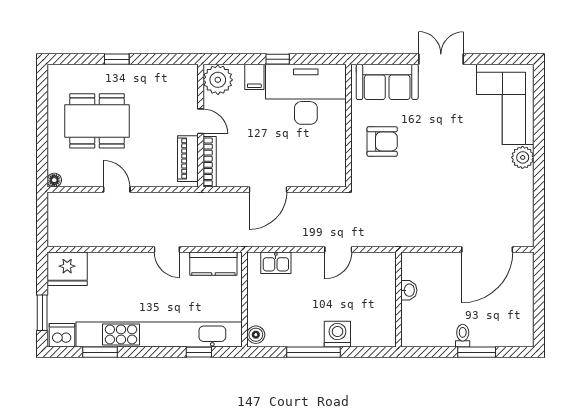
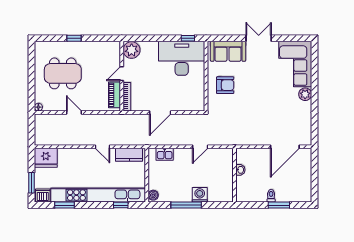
window: (278, 59) -> (188, 38), moved
filing cabinet: (254, 77) -> (152, 48), removed
door: (201, 121) -> (122, 74), swing flipped

